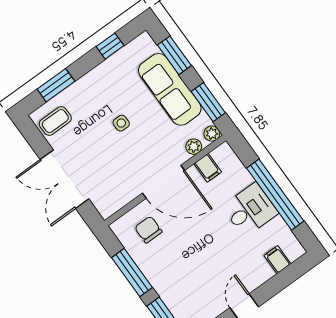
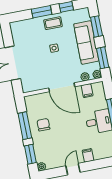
window: (56, 85) -> (42, 12), moved
coffee table: (55, 121) -> (53, 23), moved
chair: (148, 230) -> (43, 125), moved
filing cabinet: (277, 260) -> (88, 155), moved

